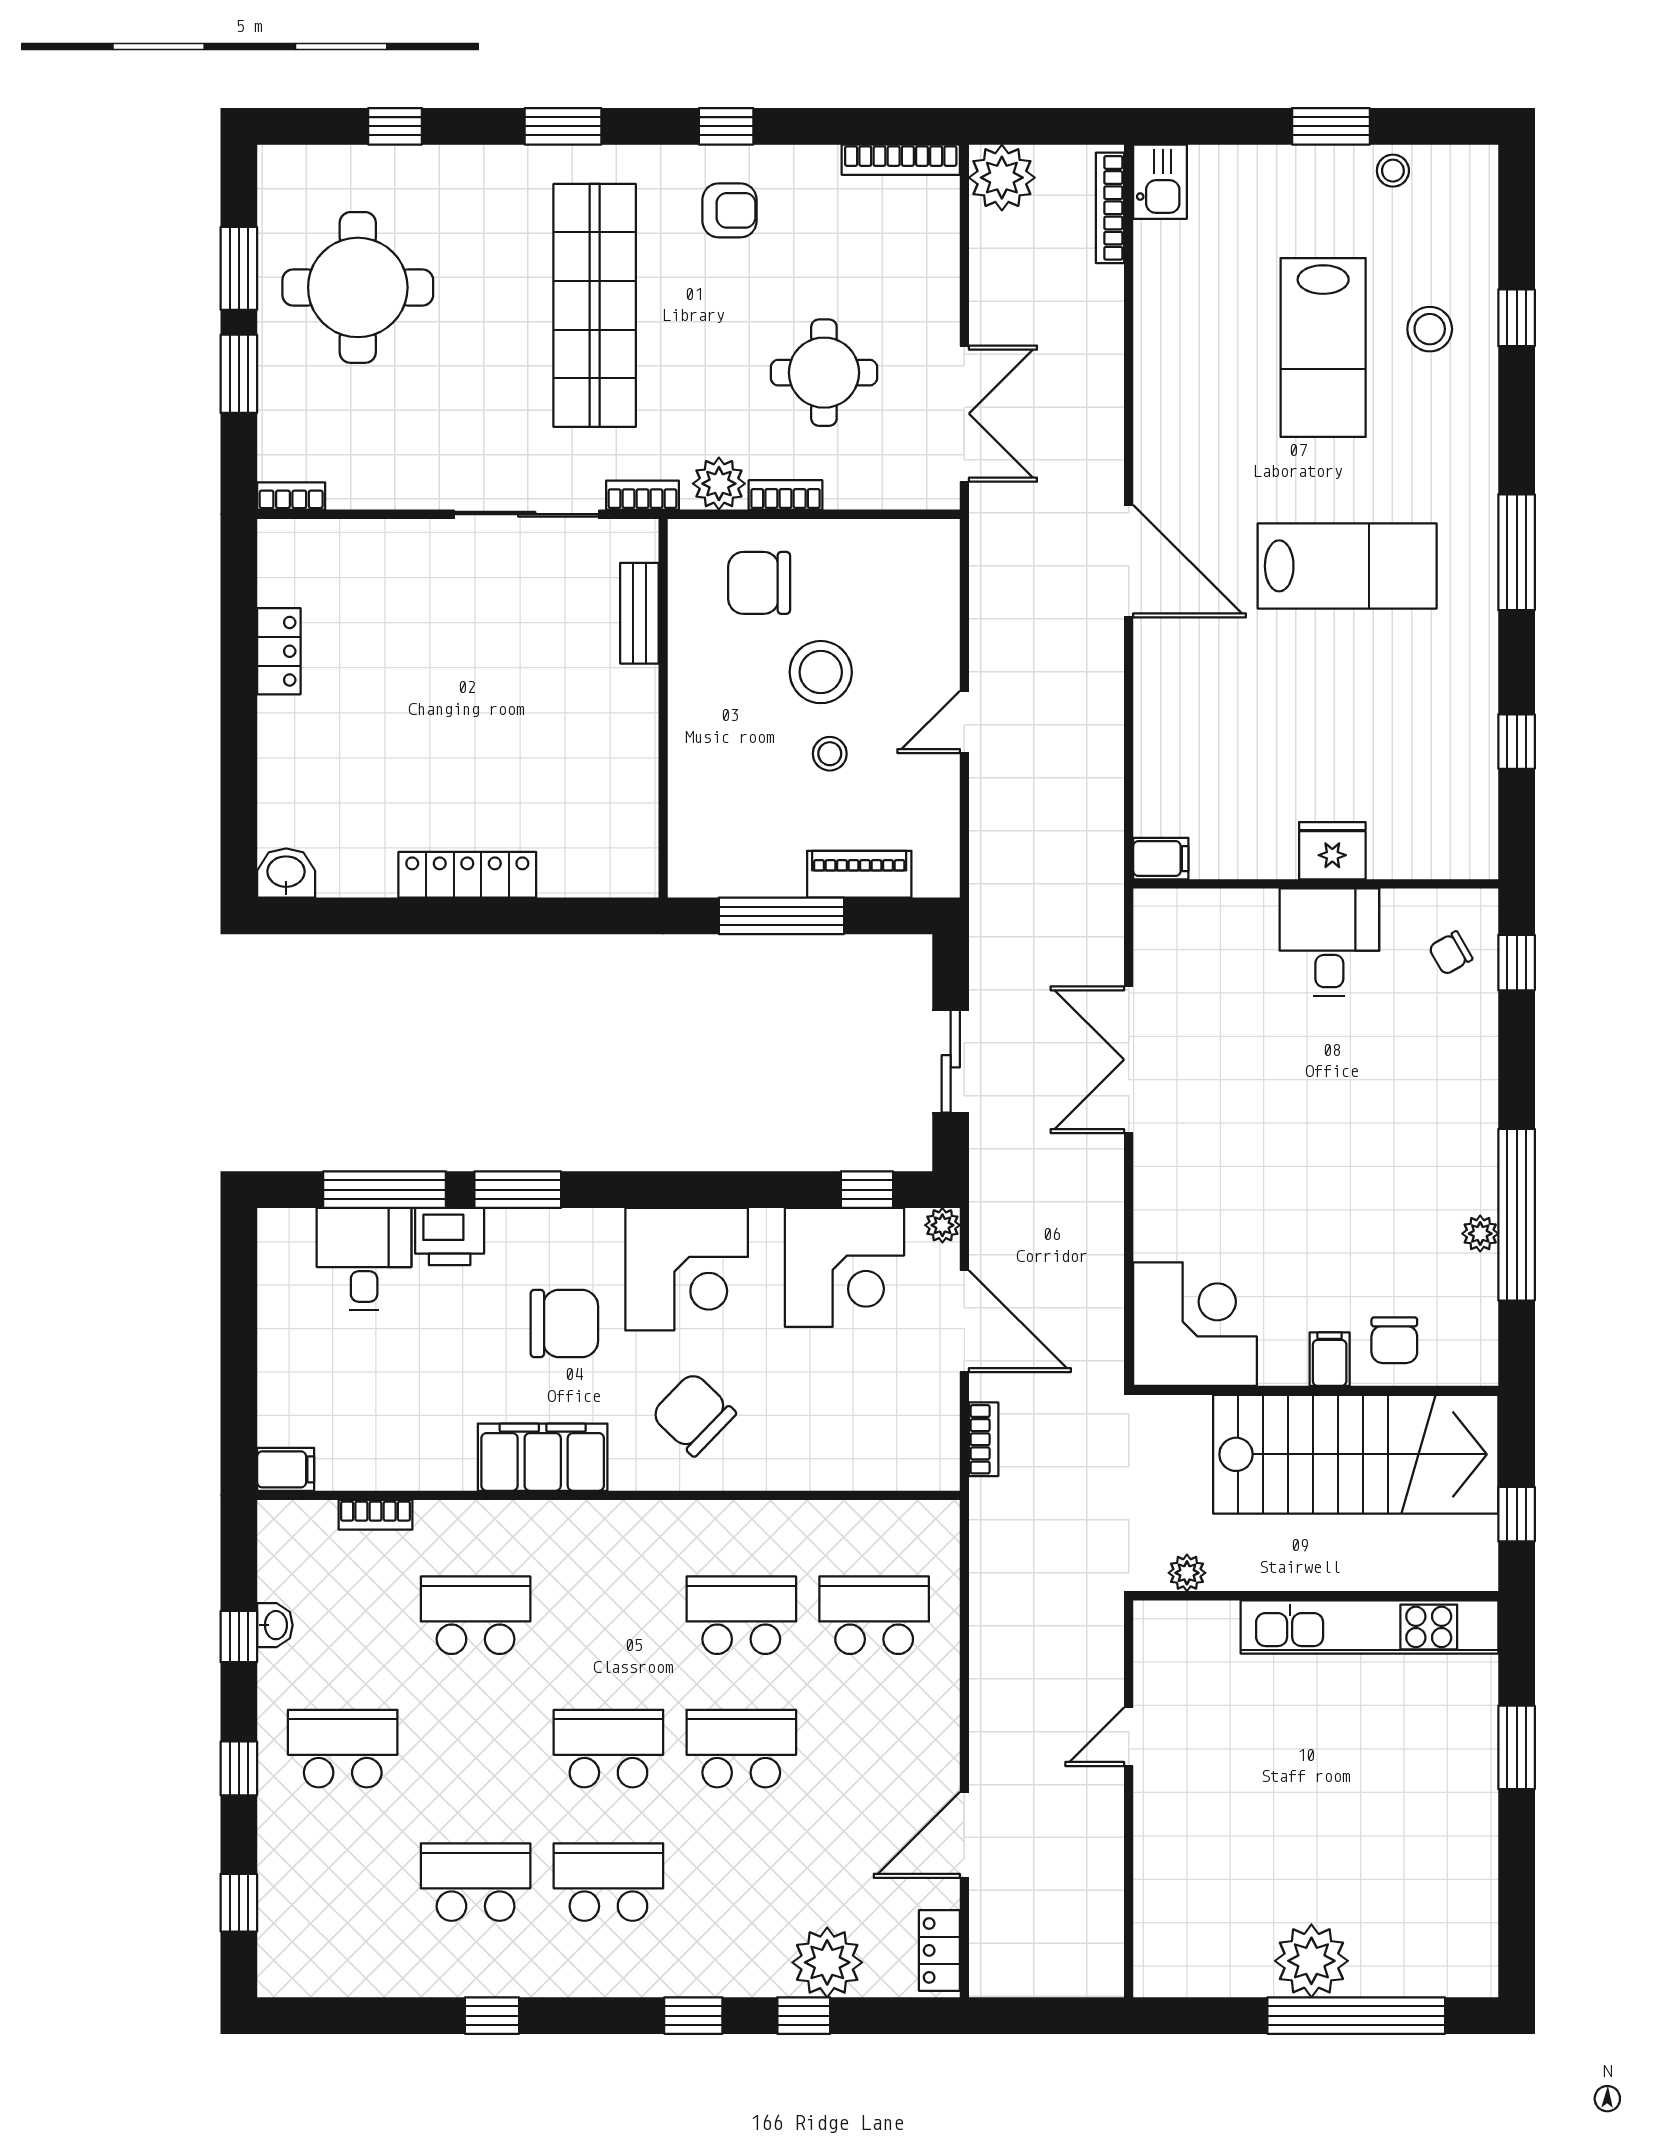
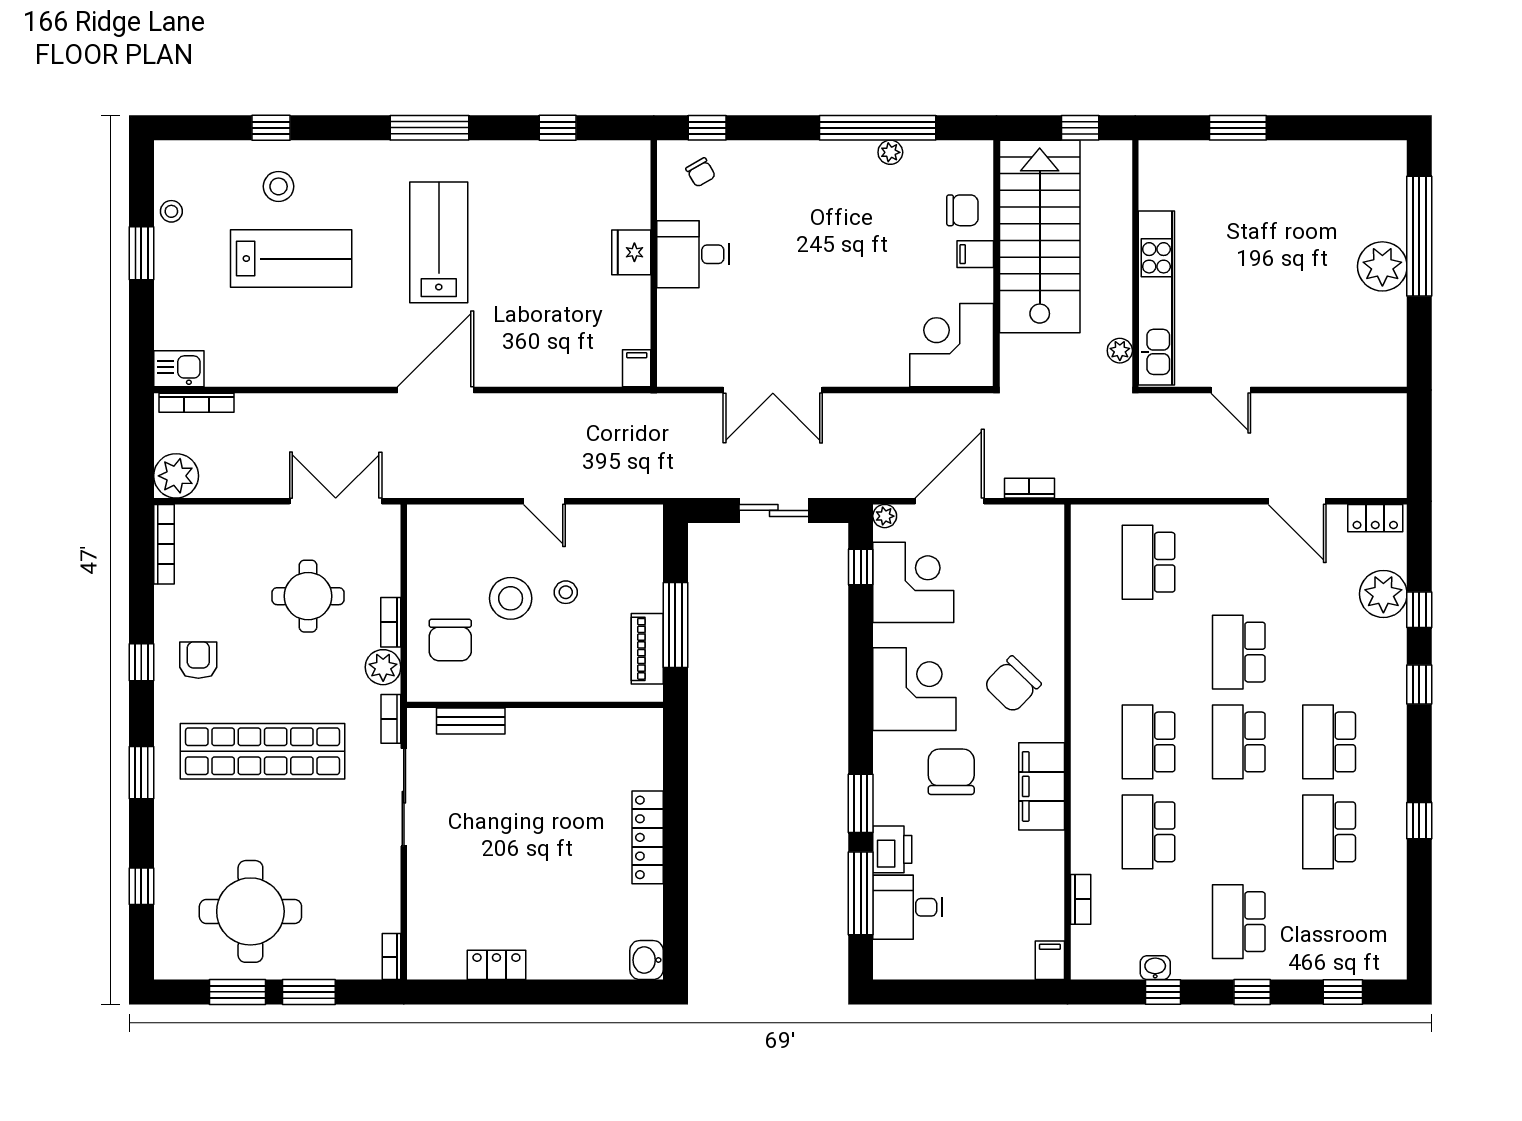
piano: (859, 874) -> (647, 649), moved
school desk: (741, 1615) -> (1148, 742), moved
kitchen unit: (1369, 1627) -> (1156, 298), moved

